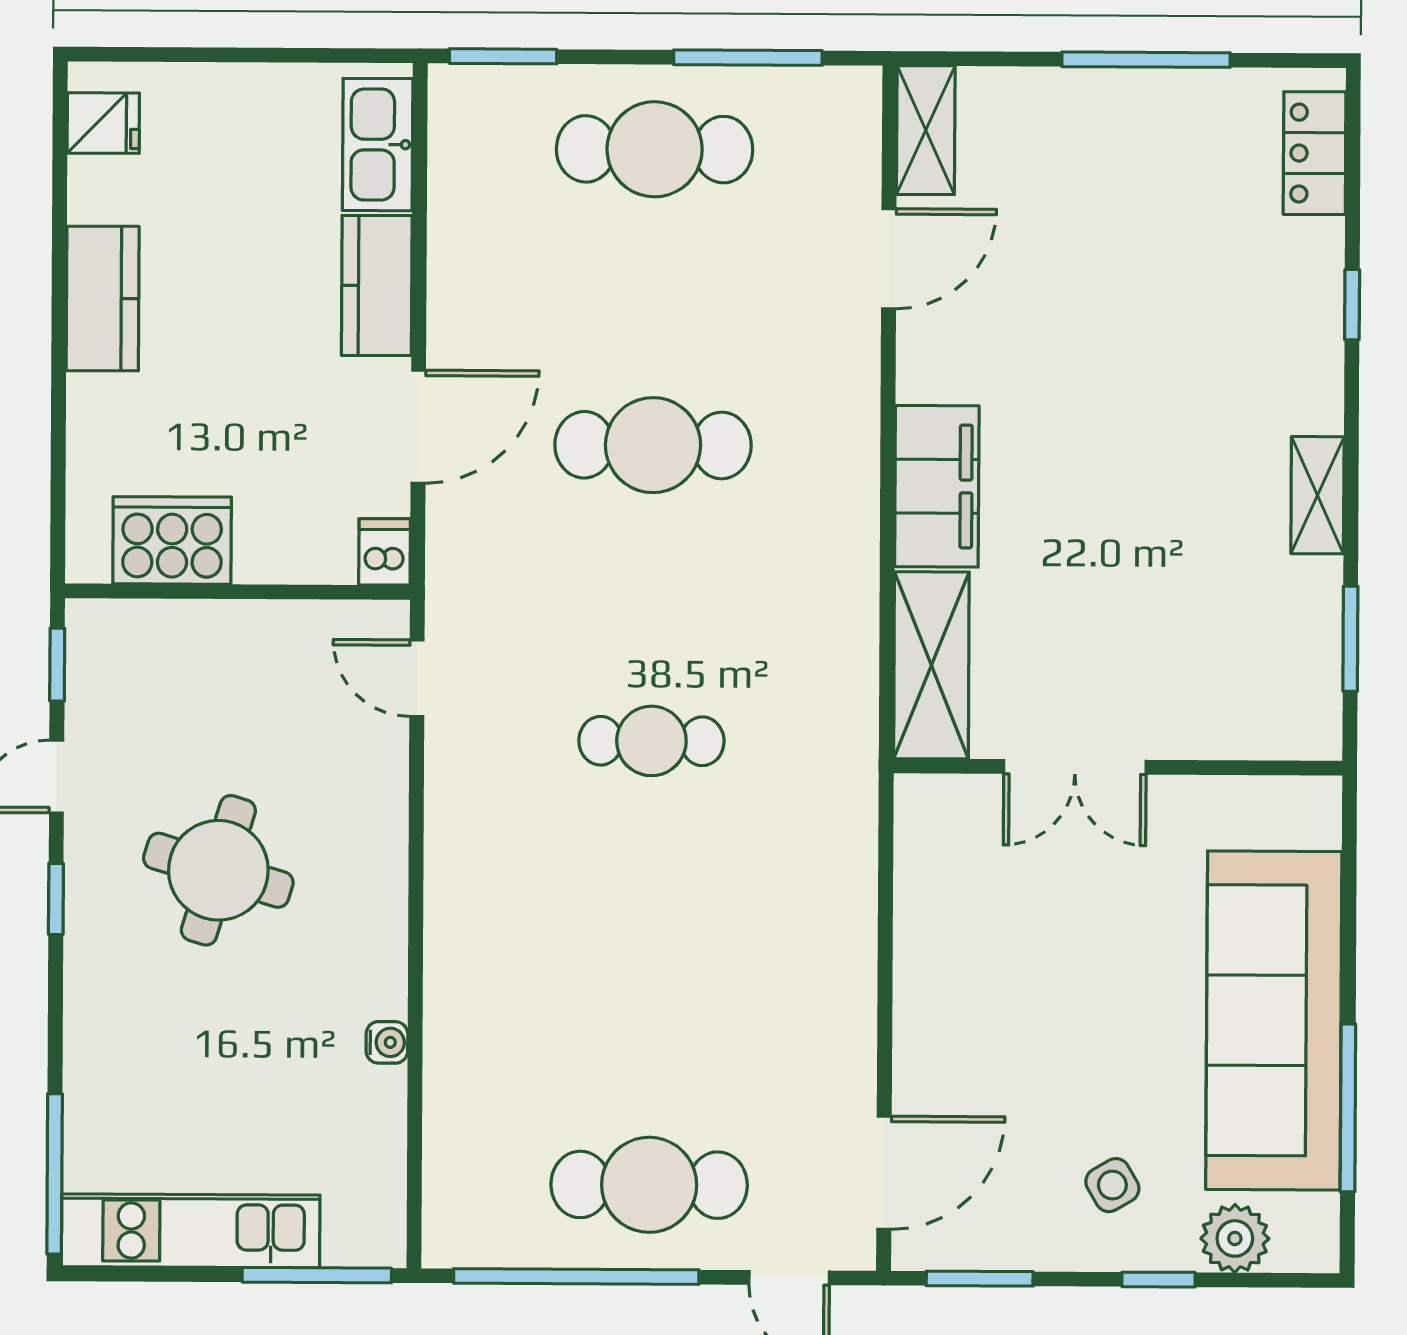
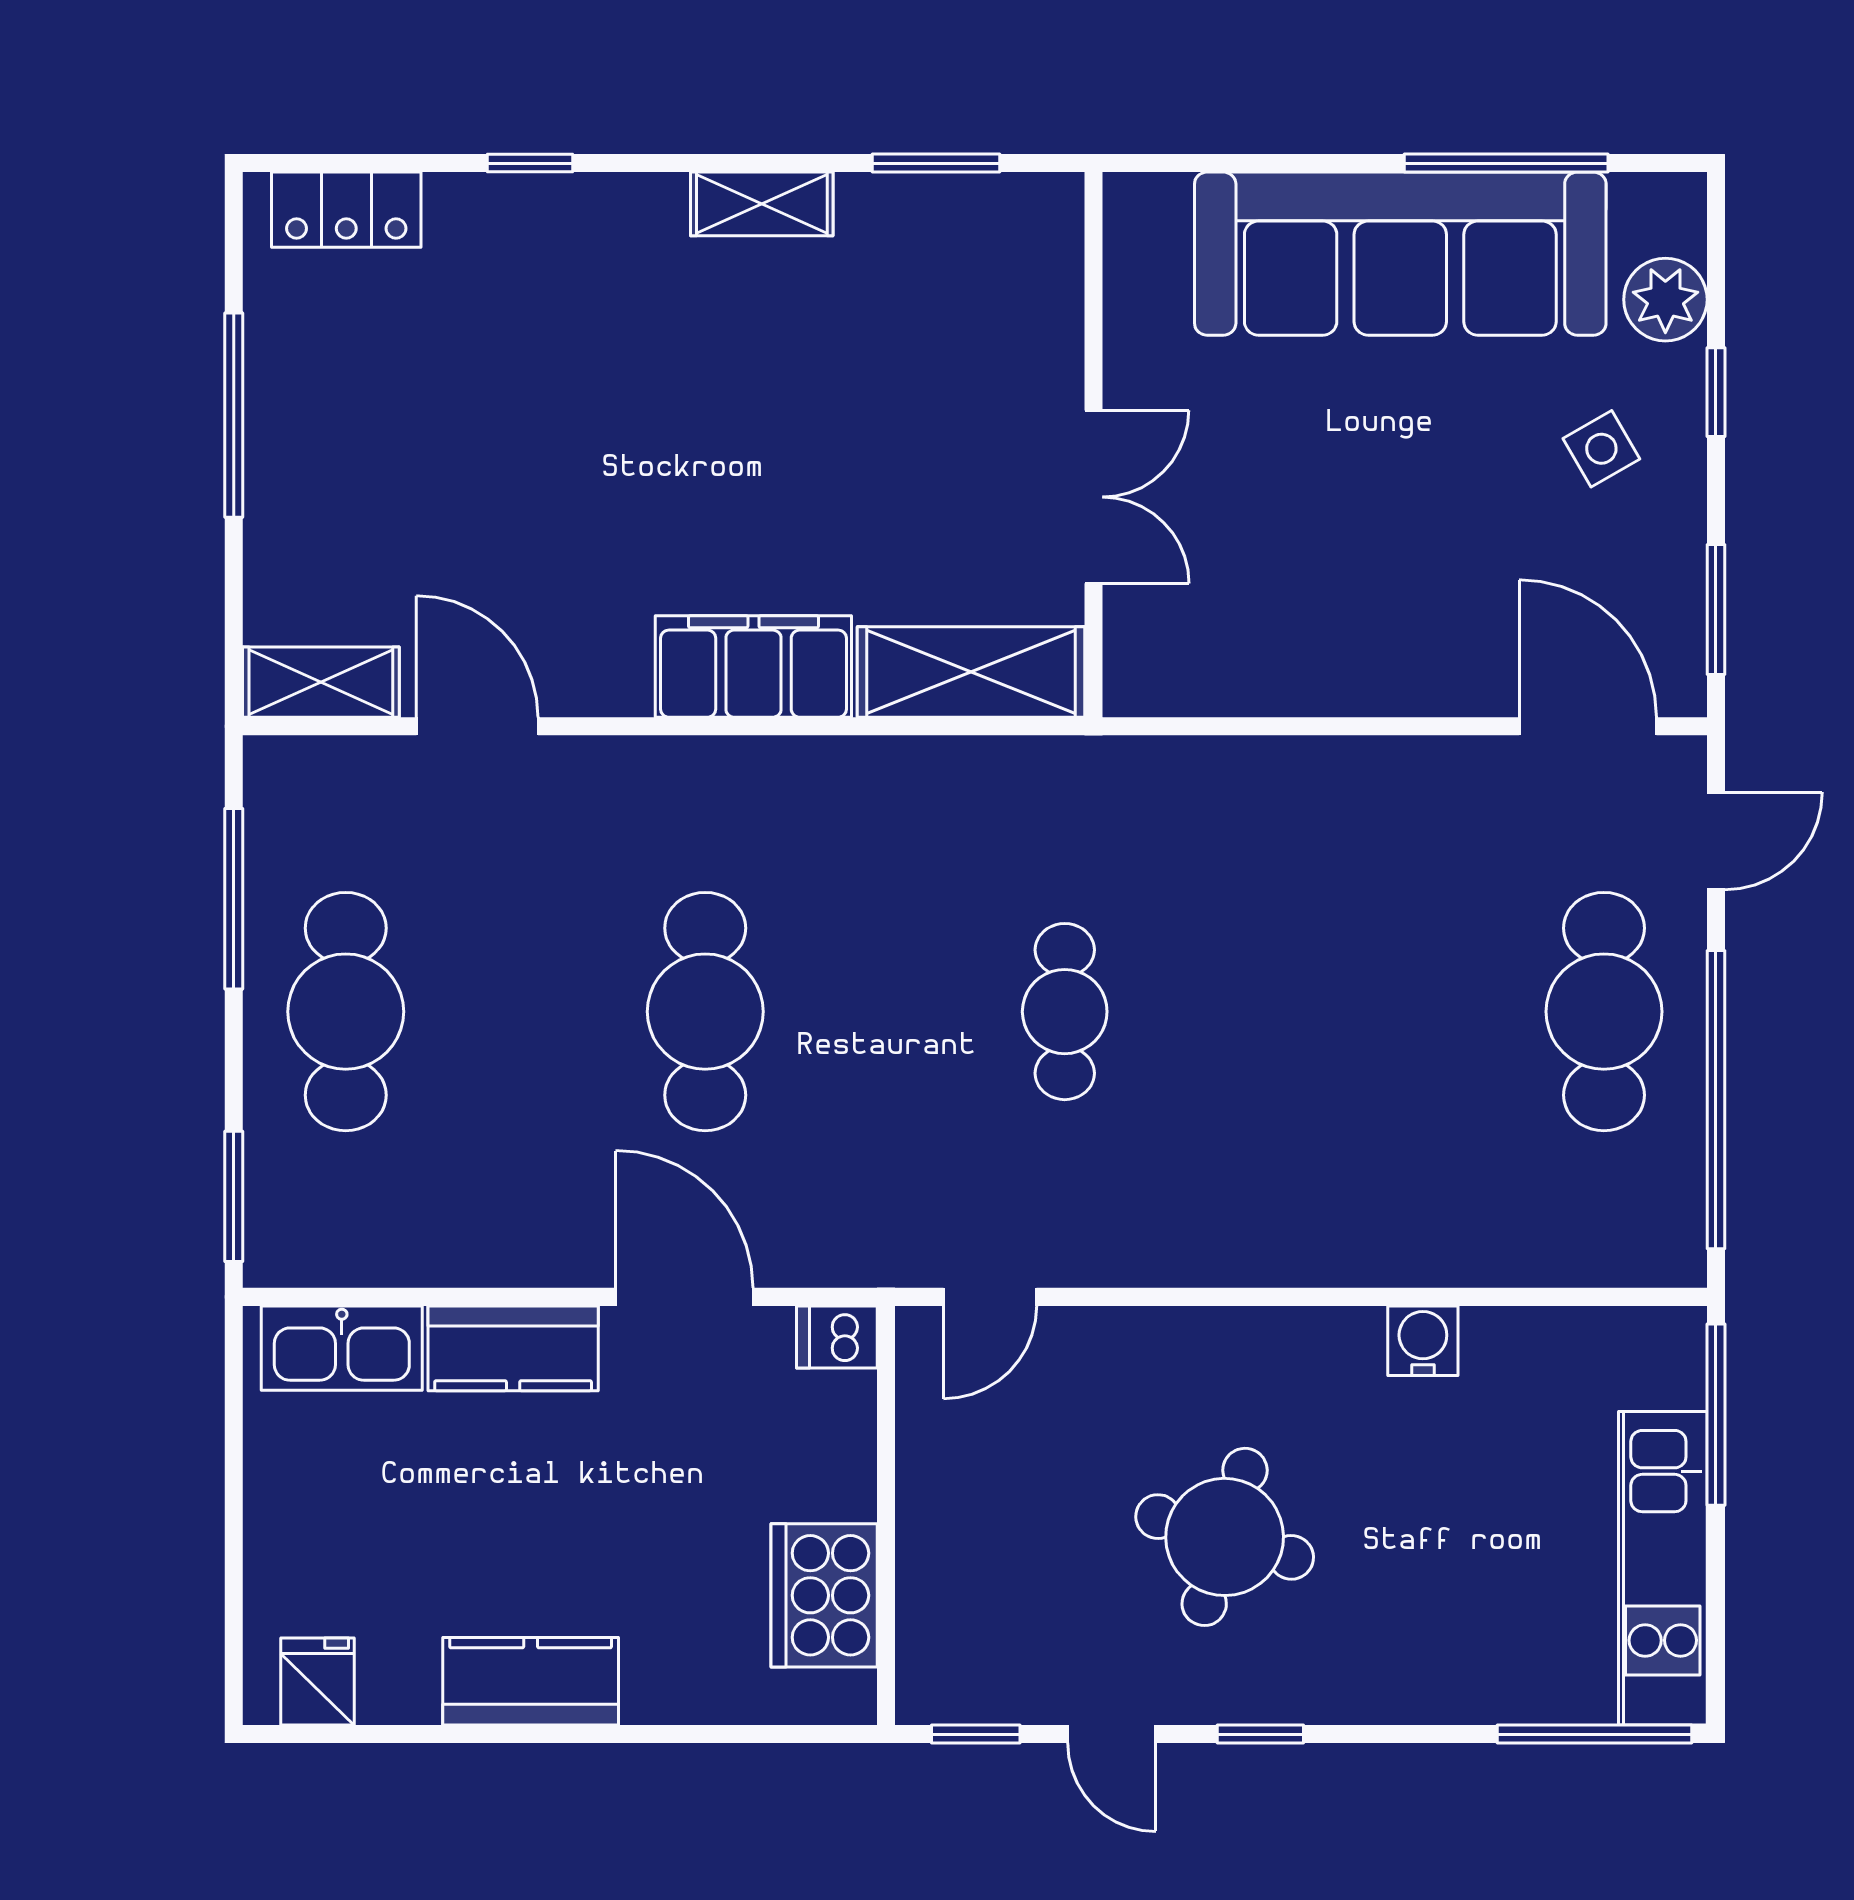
water cooler: (387, 1042) -> (1423, 1341), width x1.38, depth x1.38

